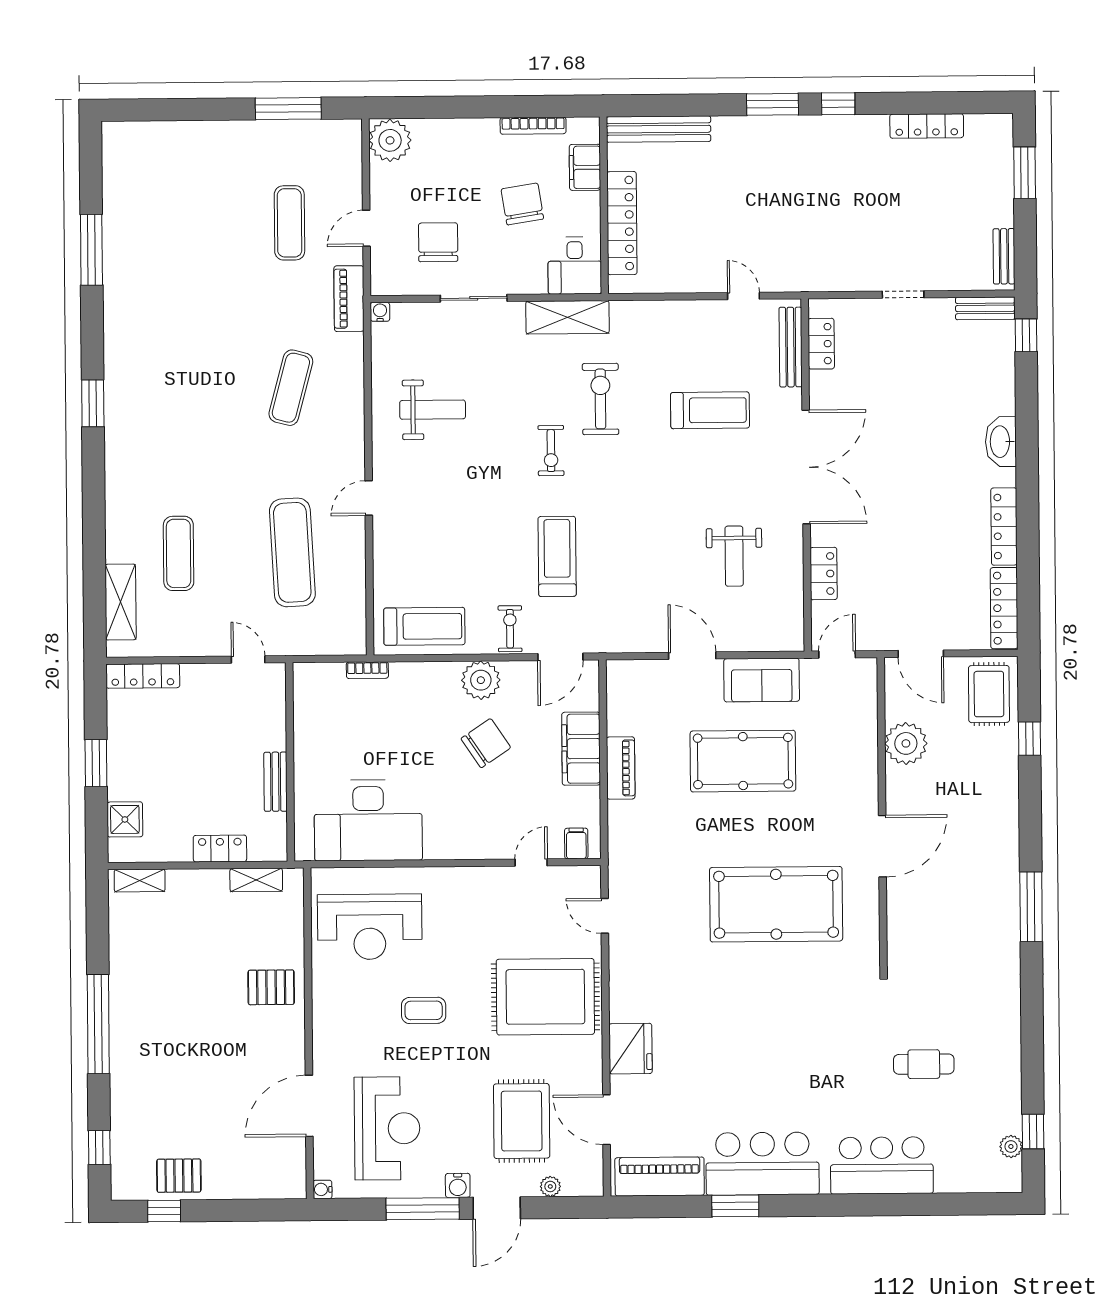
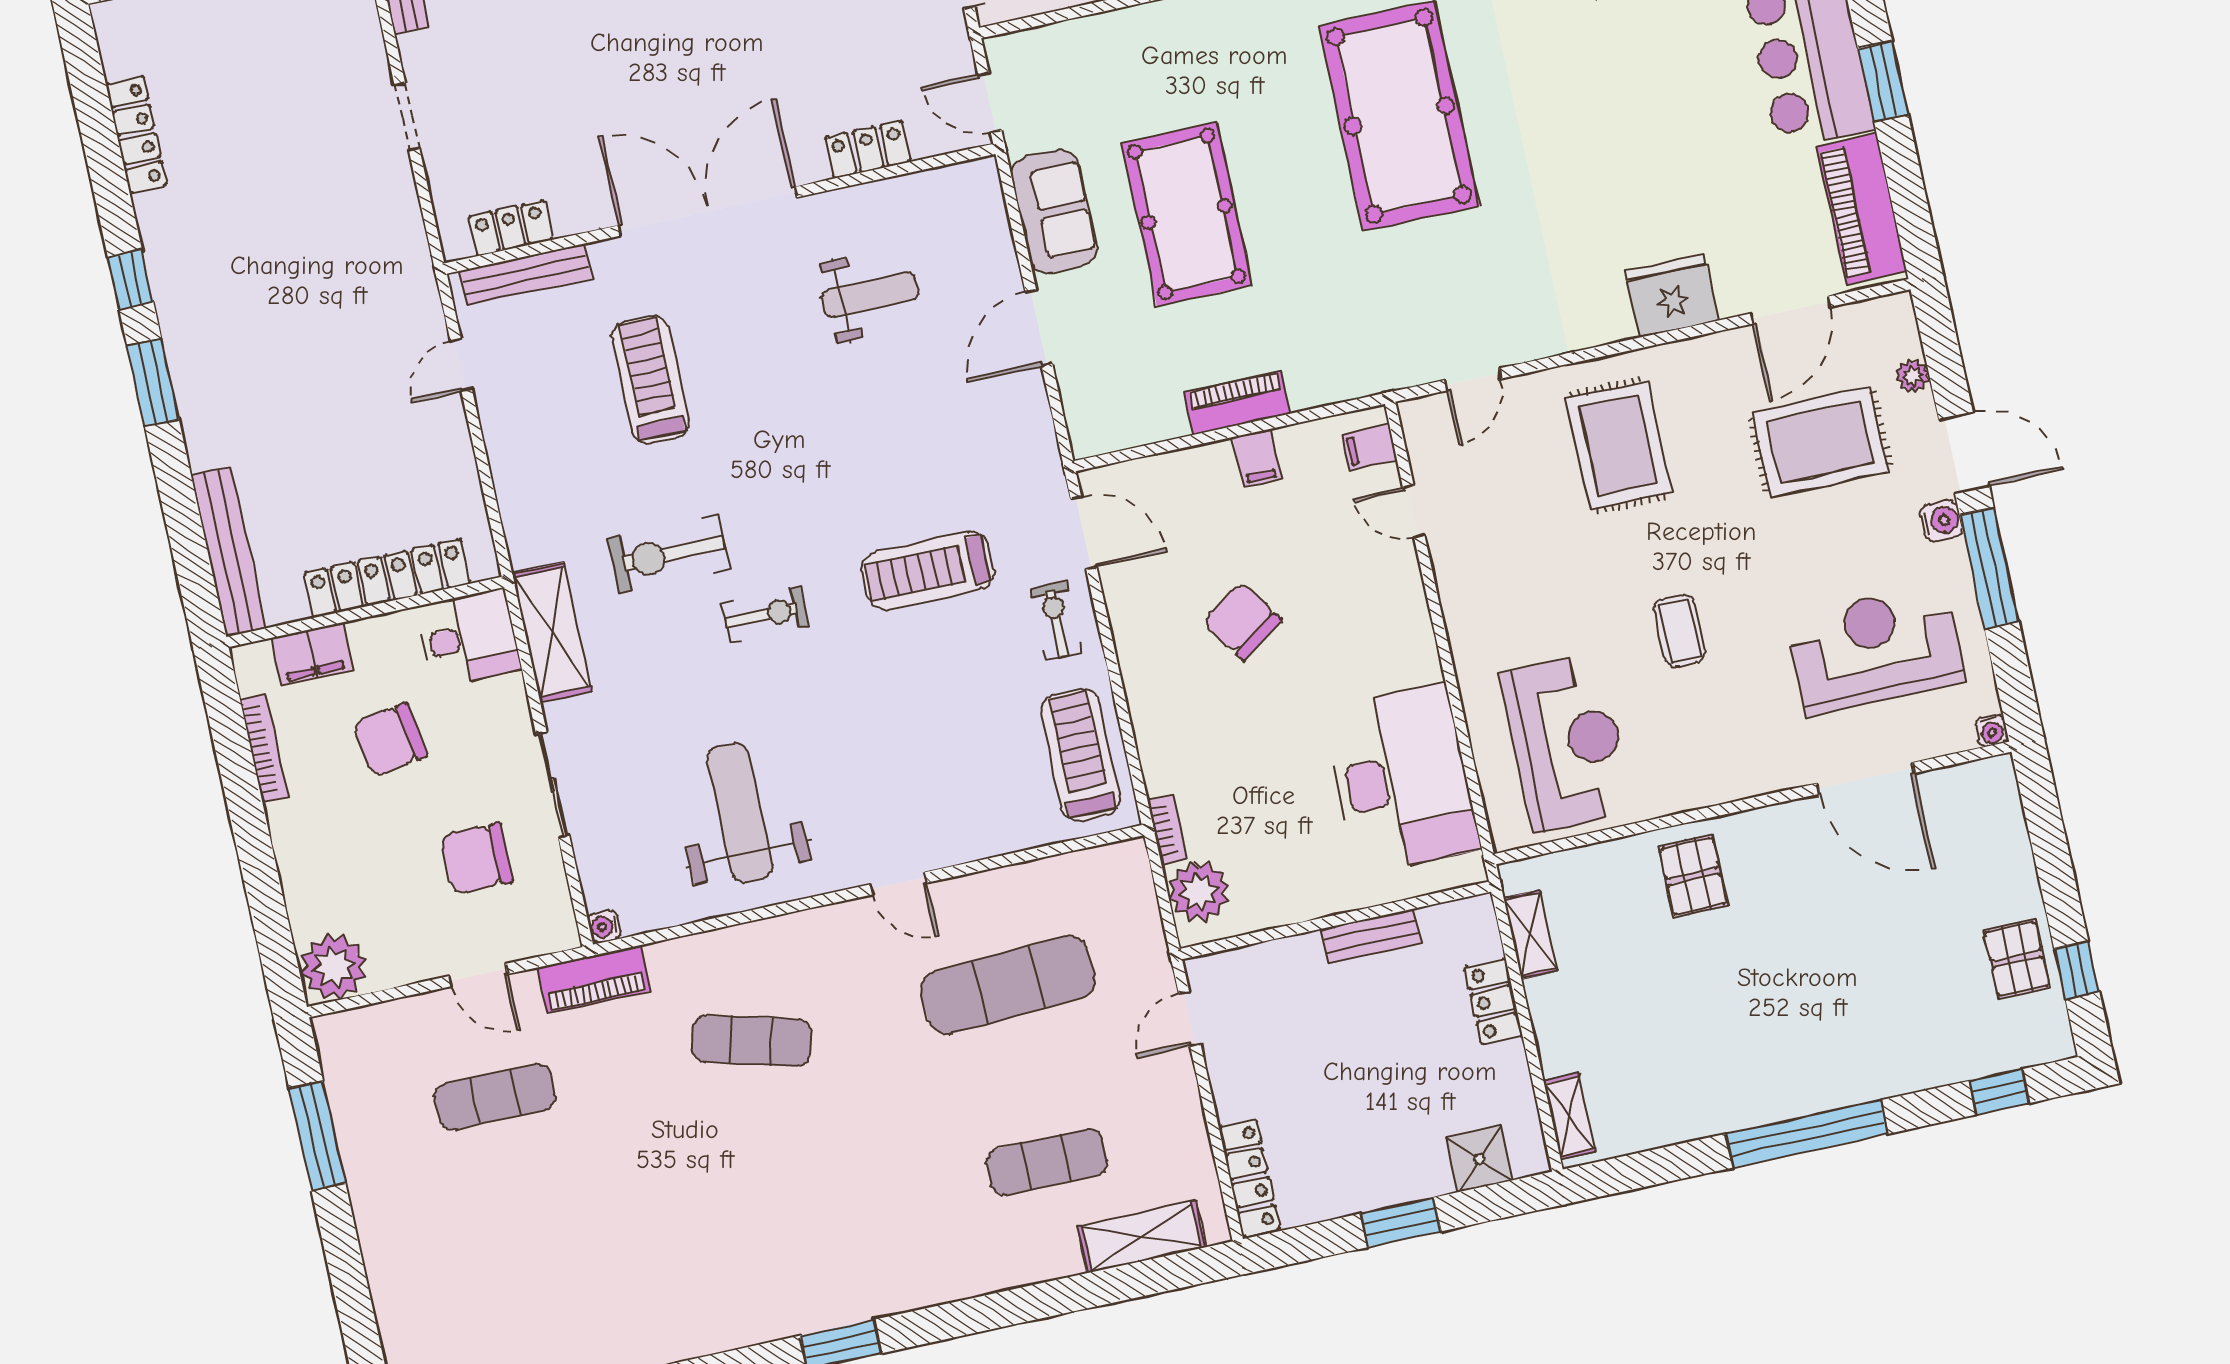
weight bench: (433, 410) -> (740, 813), width x1.36, depth x1.33
exercise bike: (510, 629) -> (1056, 621), turned 90
plant: (481, 680) -> (1199, 892), moved
filing cabinet: (581, 749) -> (1257, 458), width x0.33, depth x0.86
rug: (545, 997) -> (1619, 445), width x0.73, depth x0.69

